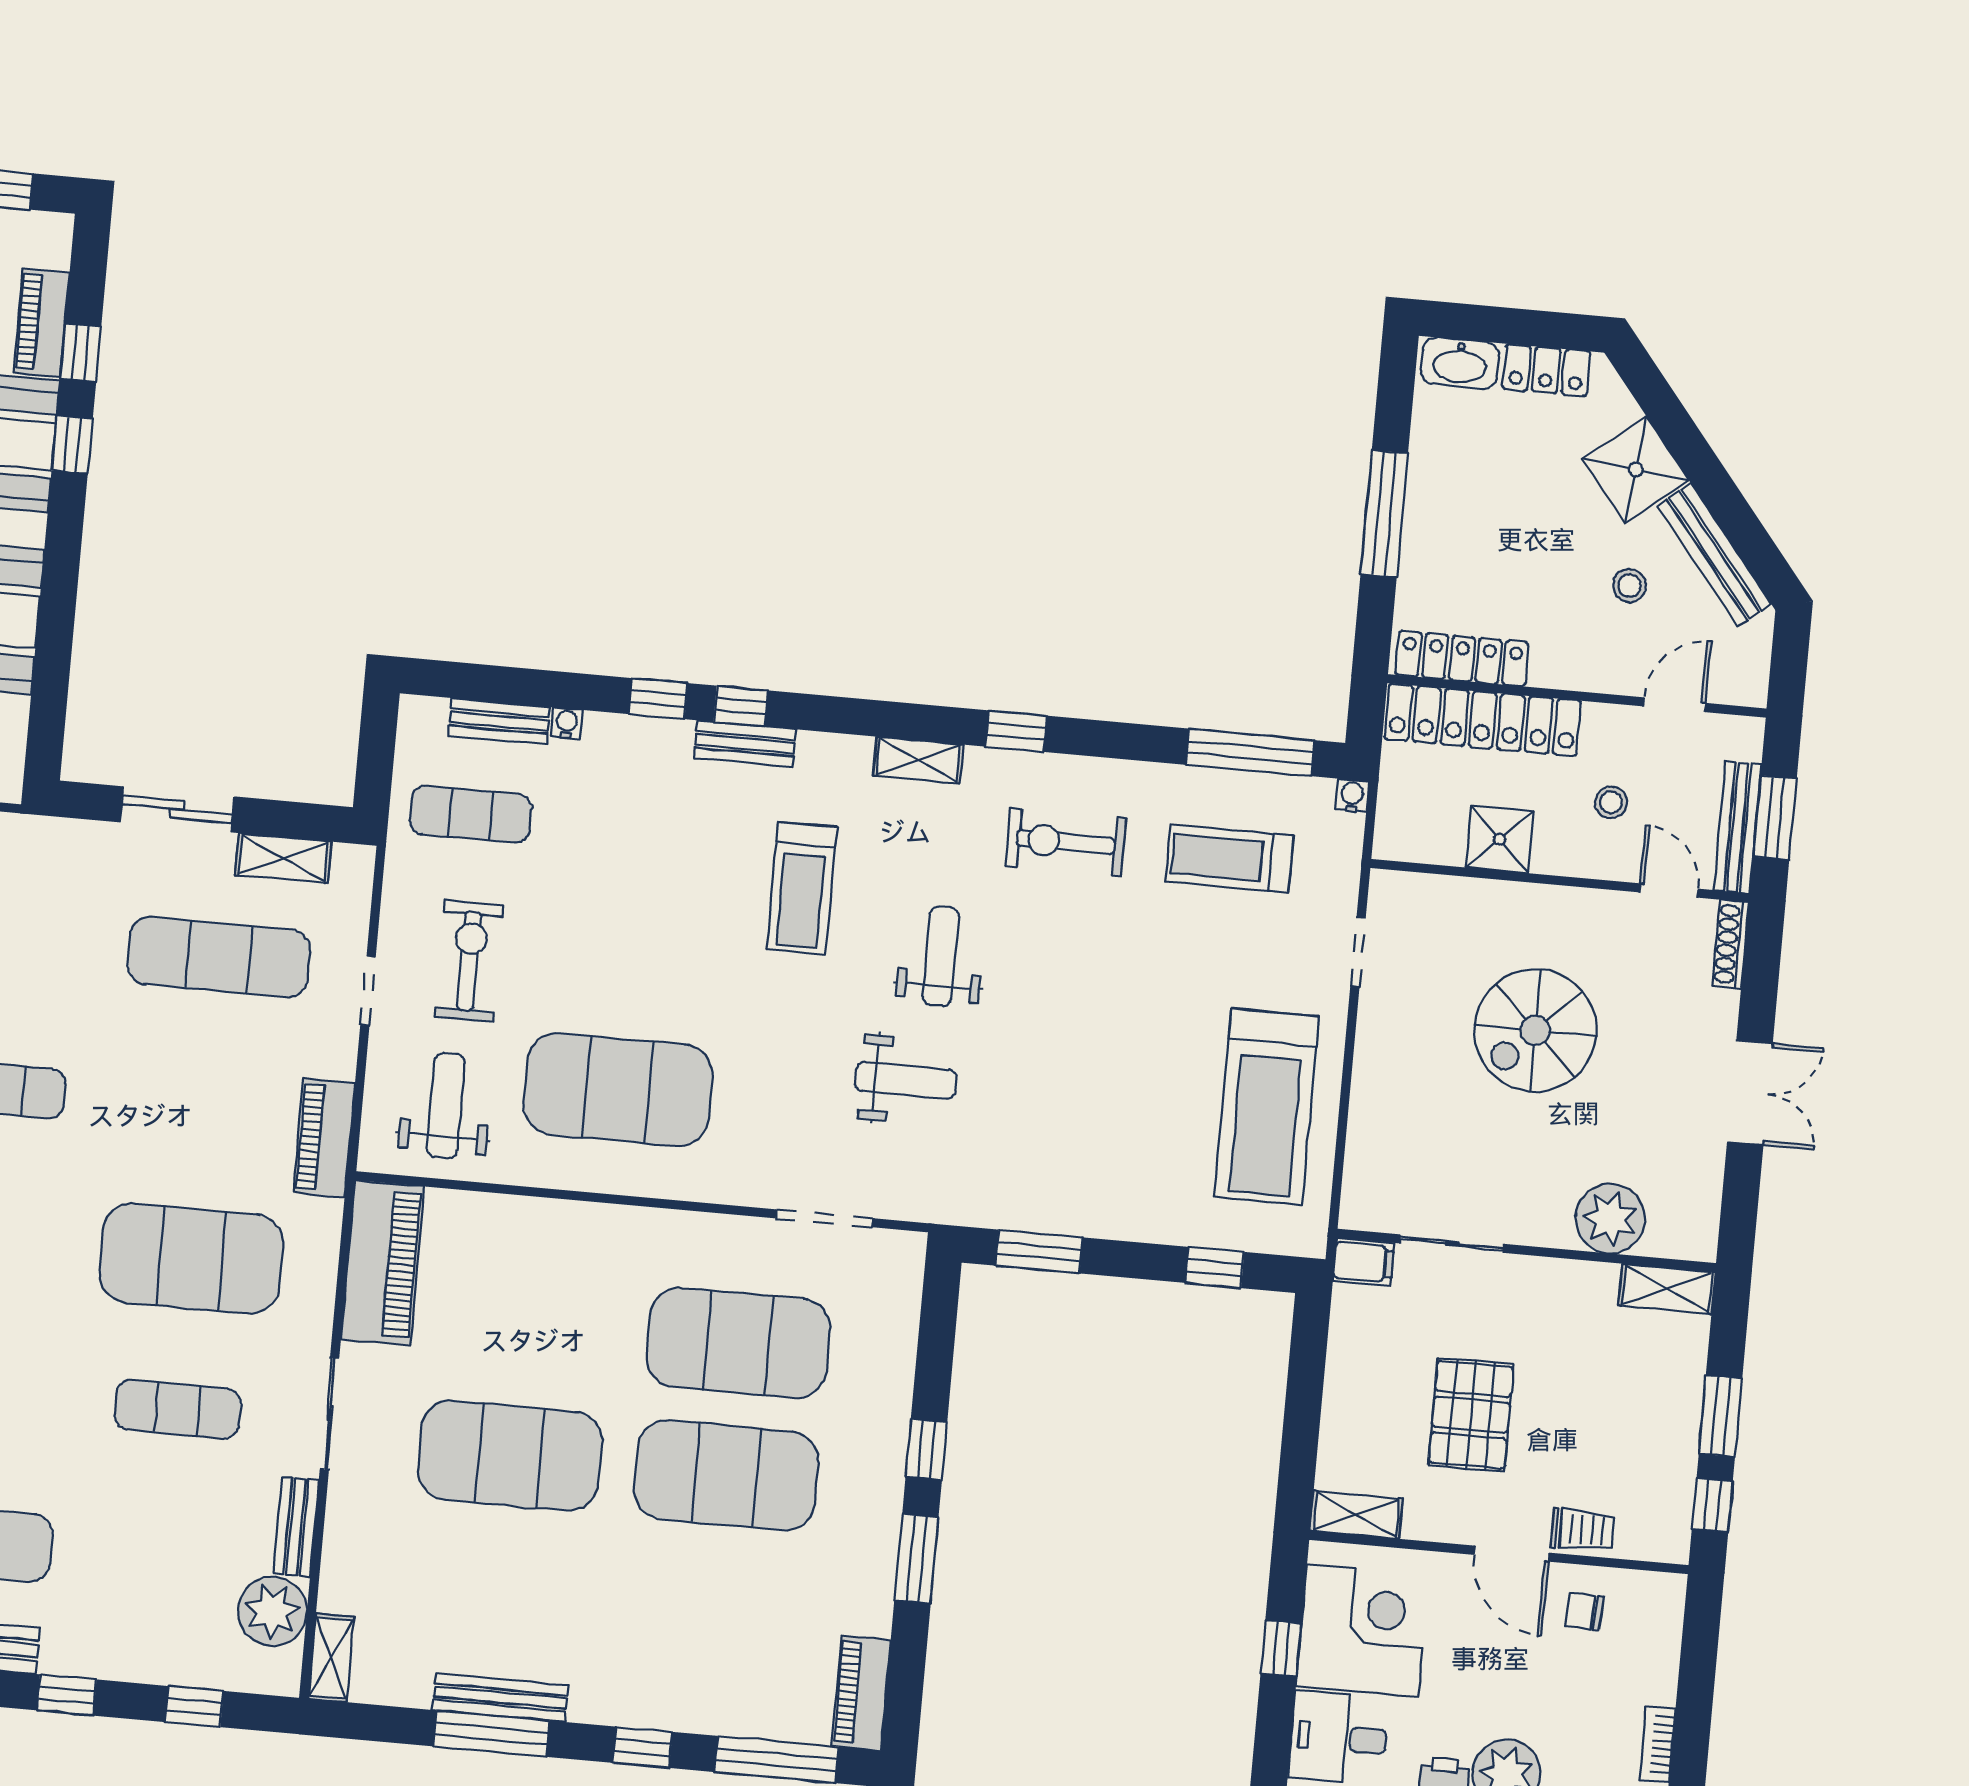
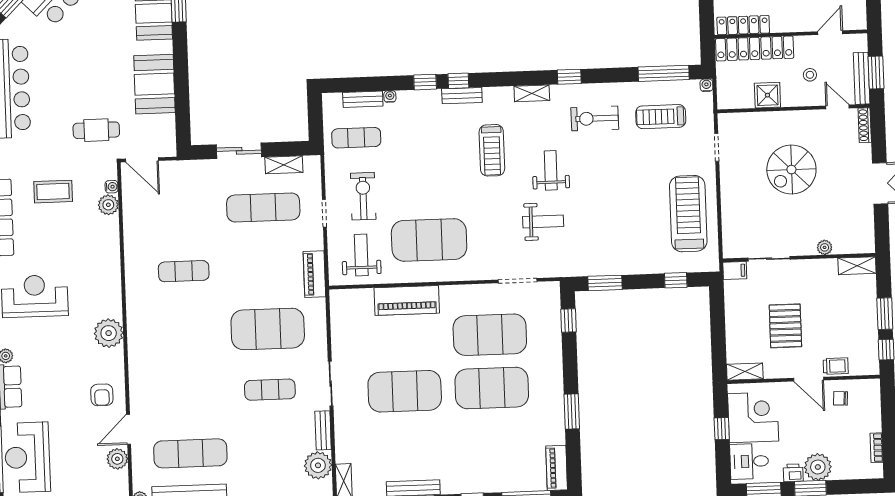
treadmill: (1267, 1107) -> (688, 214), turned 180
plant: (1610, 1219) -> (825, 247), width x0.53, depth x0.53
piano: (383, 1263) -> (407, 300), moved, turned 90
window: (926, 1449) -> (568, 321), moved

